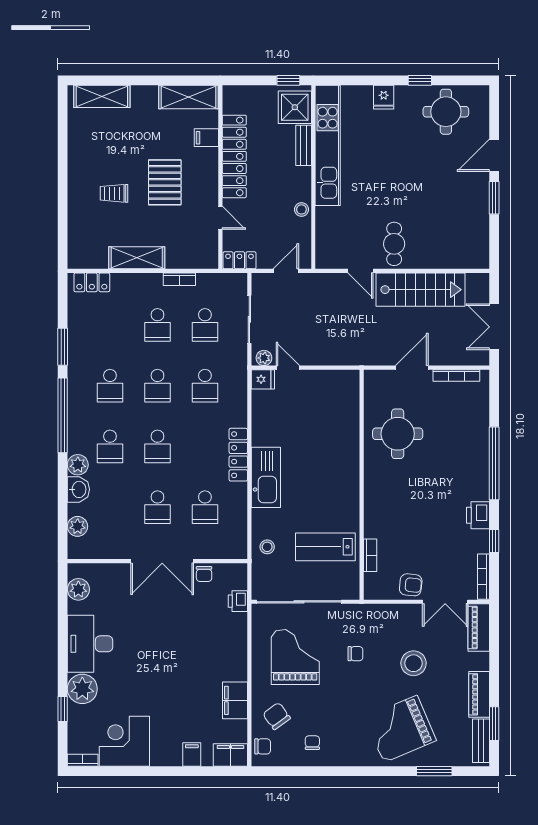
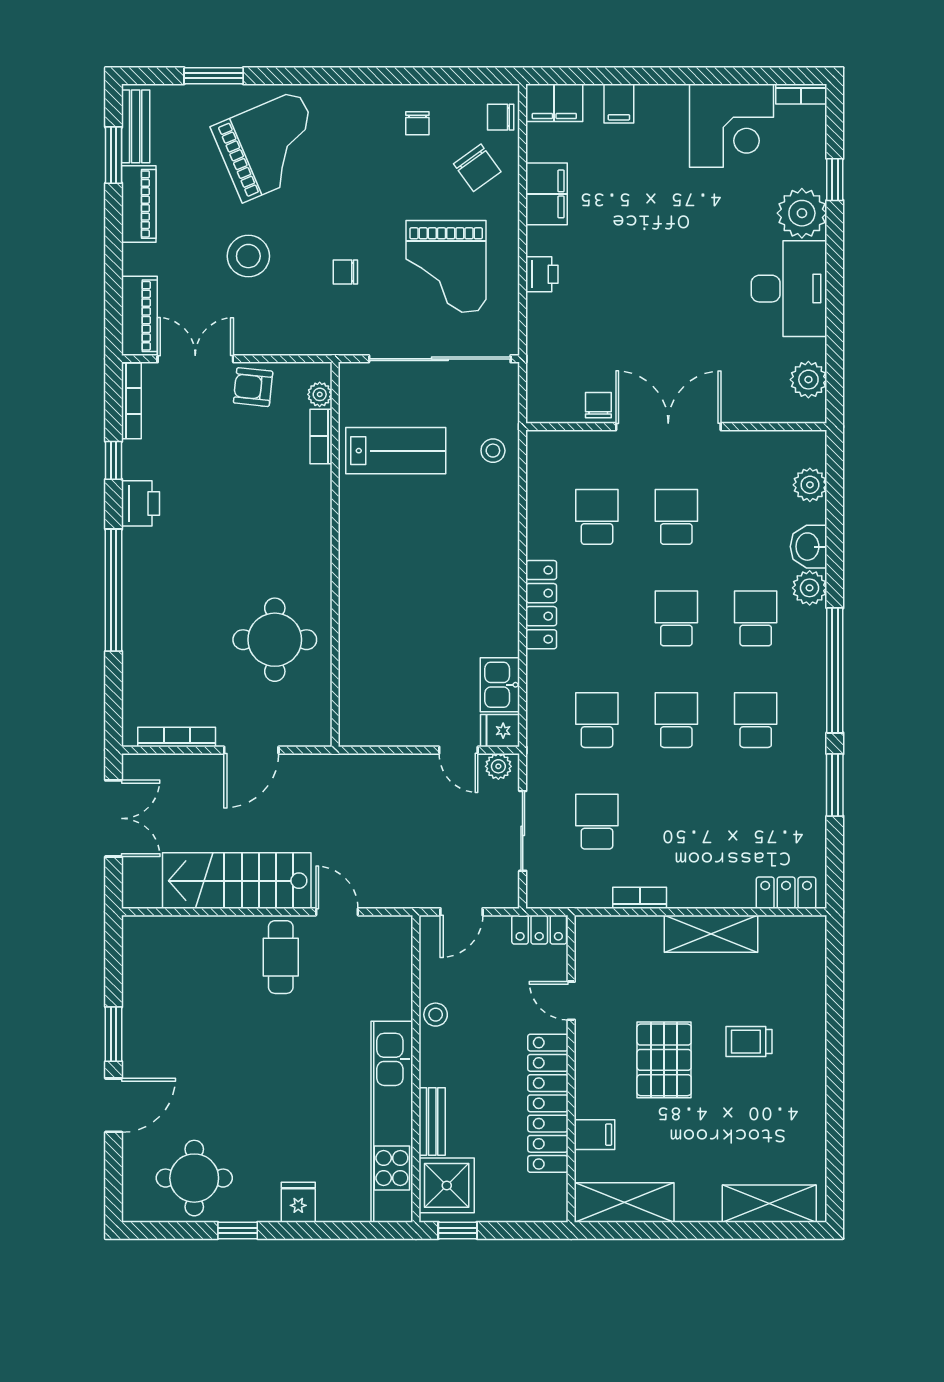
trolley: (114, 193) -> (749, 1042), turned 180
school desk: (157, 325) -> (676, 822), removed
kitchen sink: (266, 477) -> (500, 685), moved, width x0.53, depth x0.81
plant: (371, 580) -> (320, 394), added
printer: (238, 601) -> (542, 274), moved

